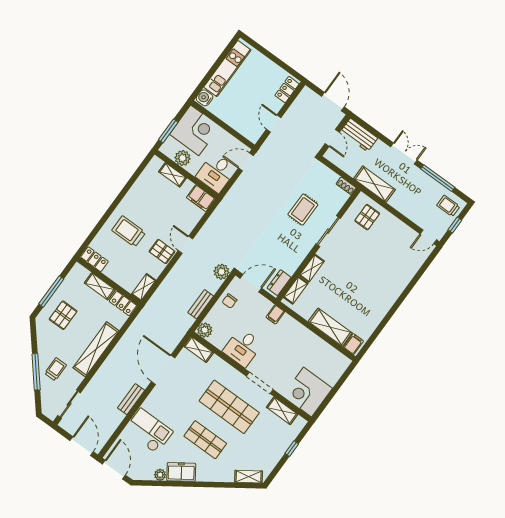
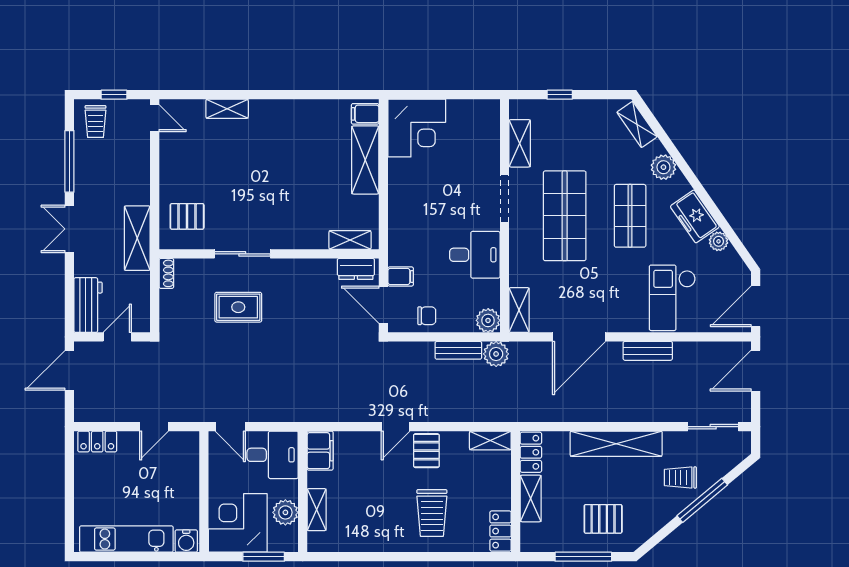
shelving: (312, 268) -> (227, 109), moved
plant: (221, 272) -> (496, 354), moved
filing cabinet: (275, 314) -> (401, 276), moved
corner desk: (307, 392) -> (417, 128), moved
plant: (217, 474) -> (663, 167), added

